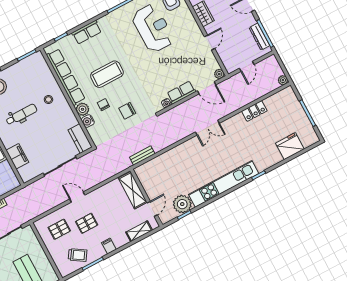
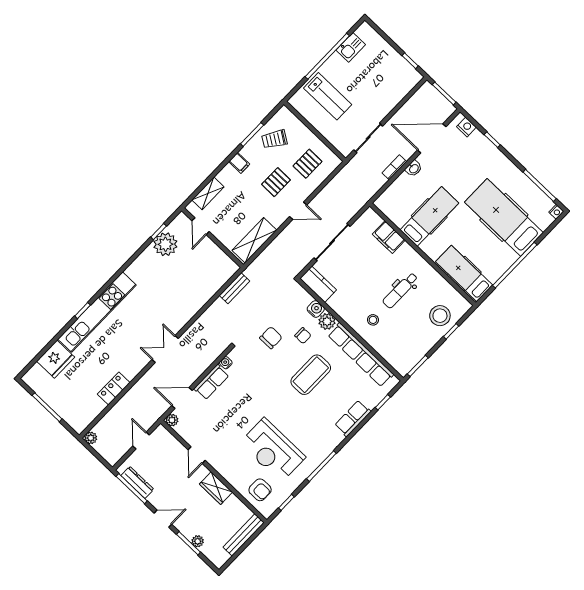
kitchen unit: (224, 184) -> (97, 312), moved
shelving: (133, 190) -> (254, 240), moved, turned 90

